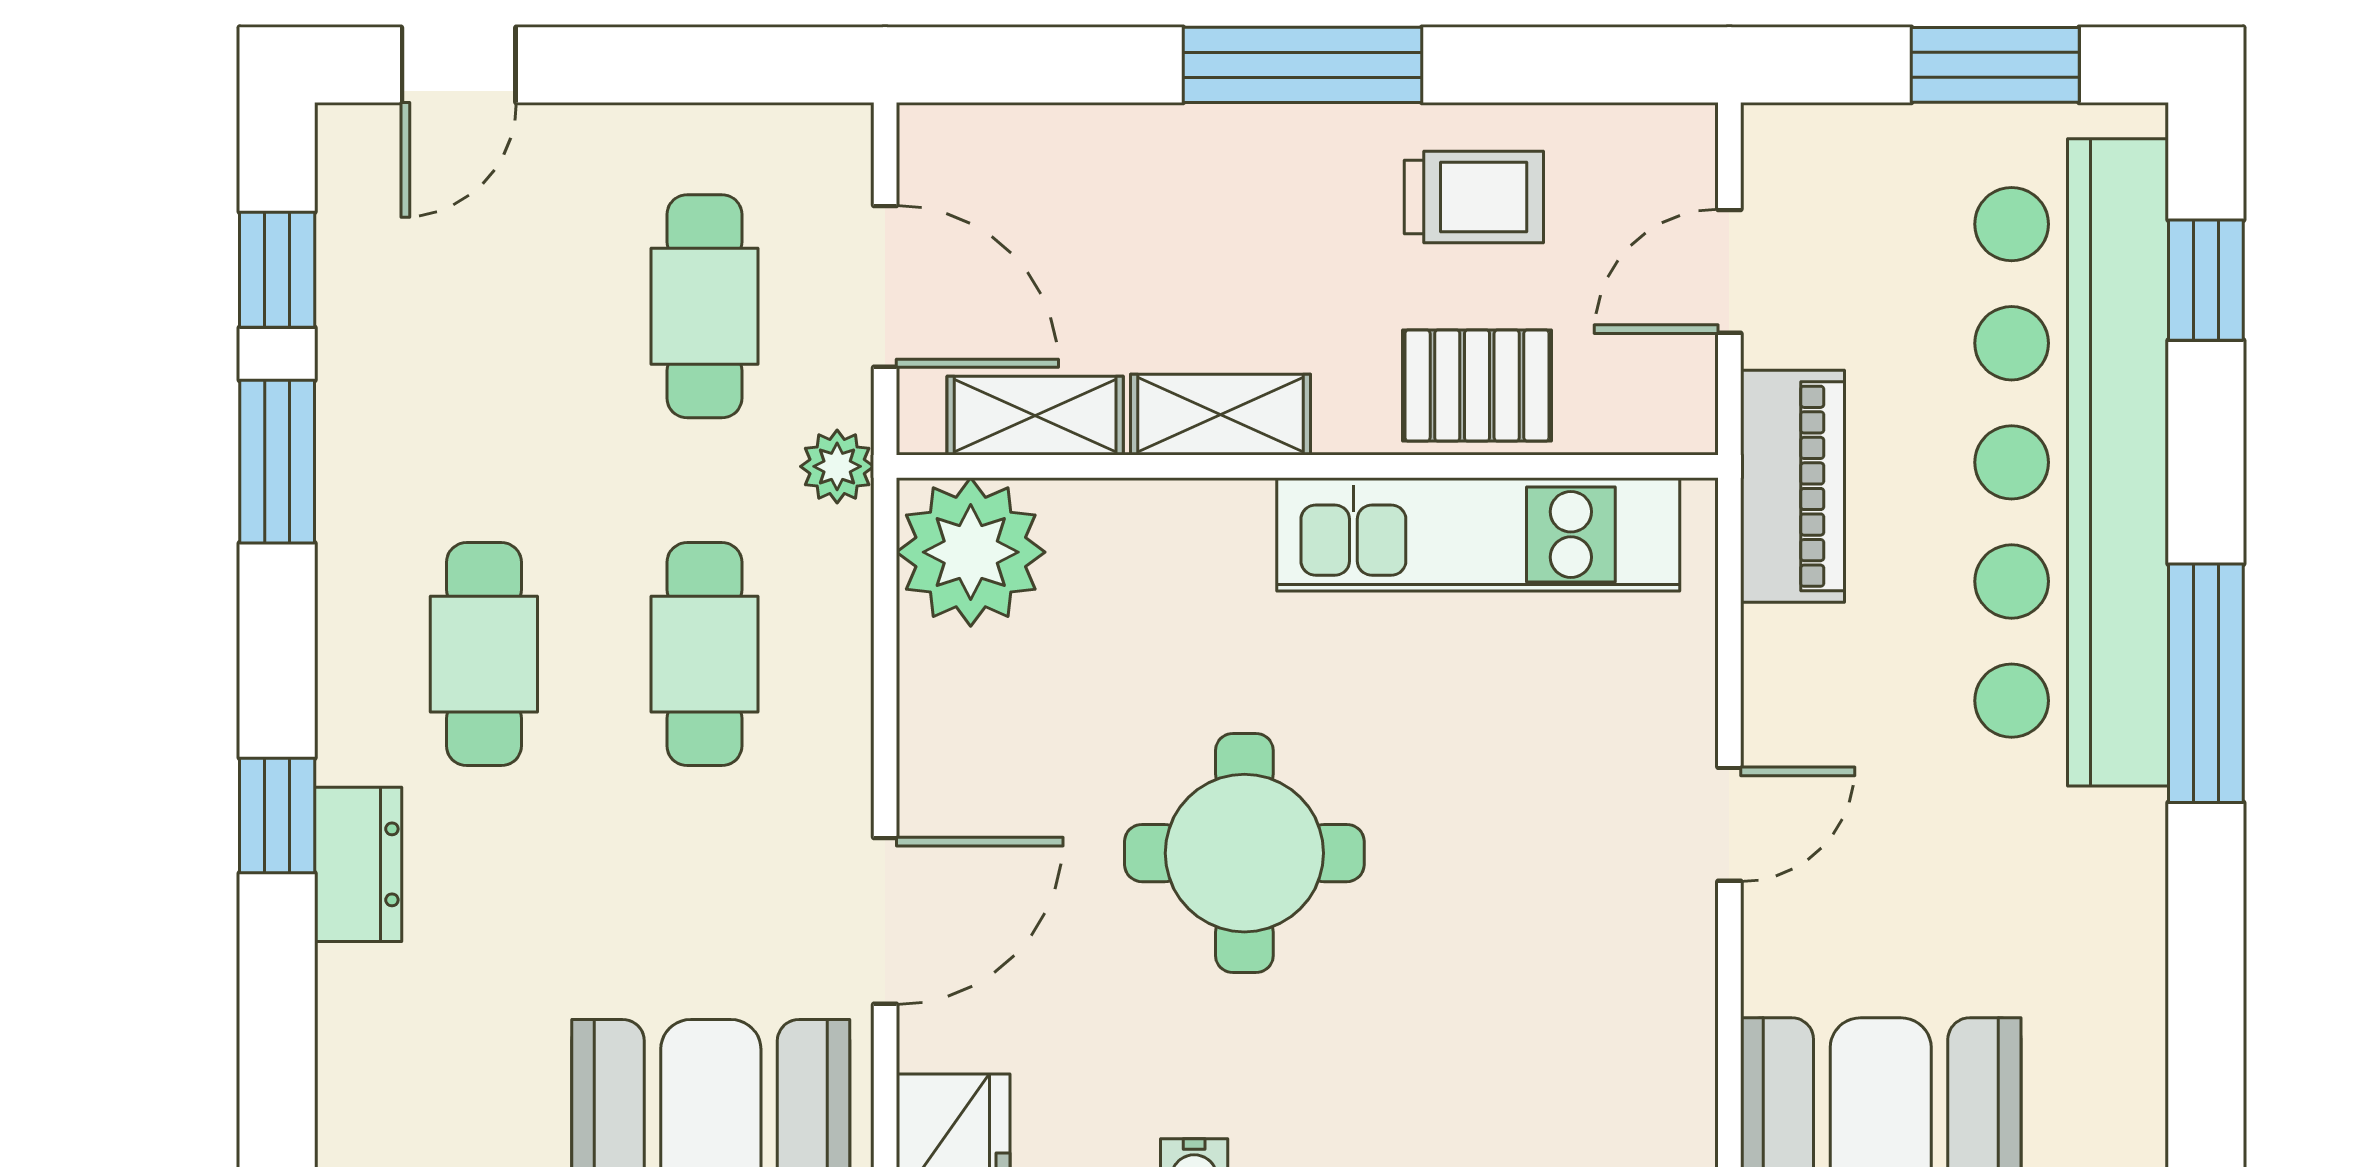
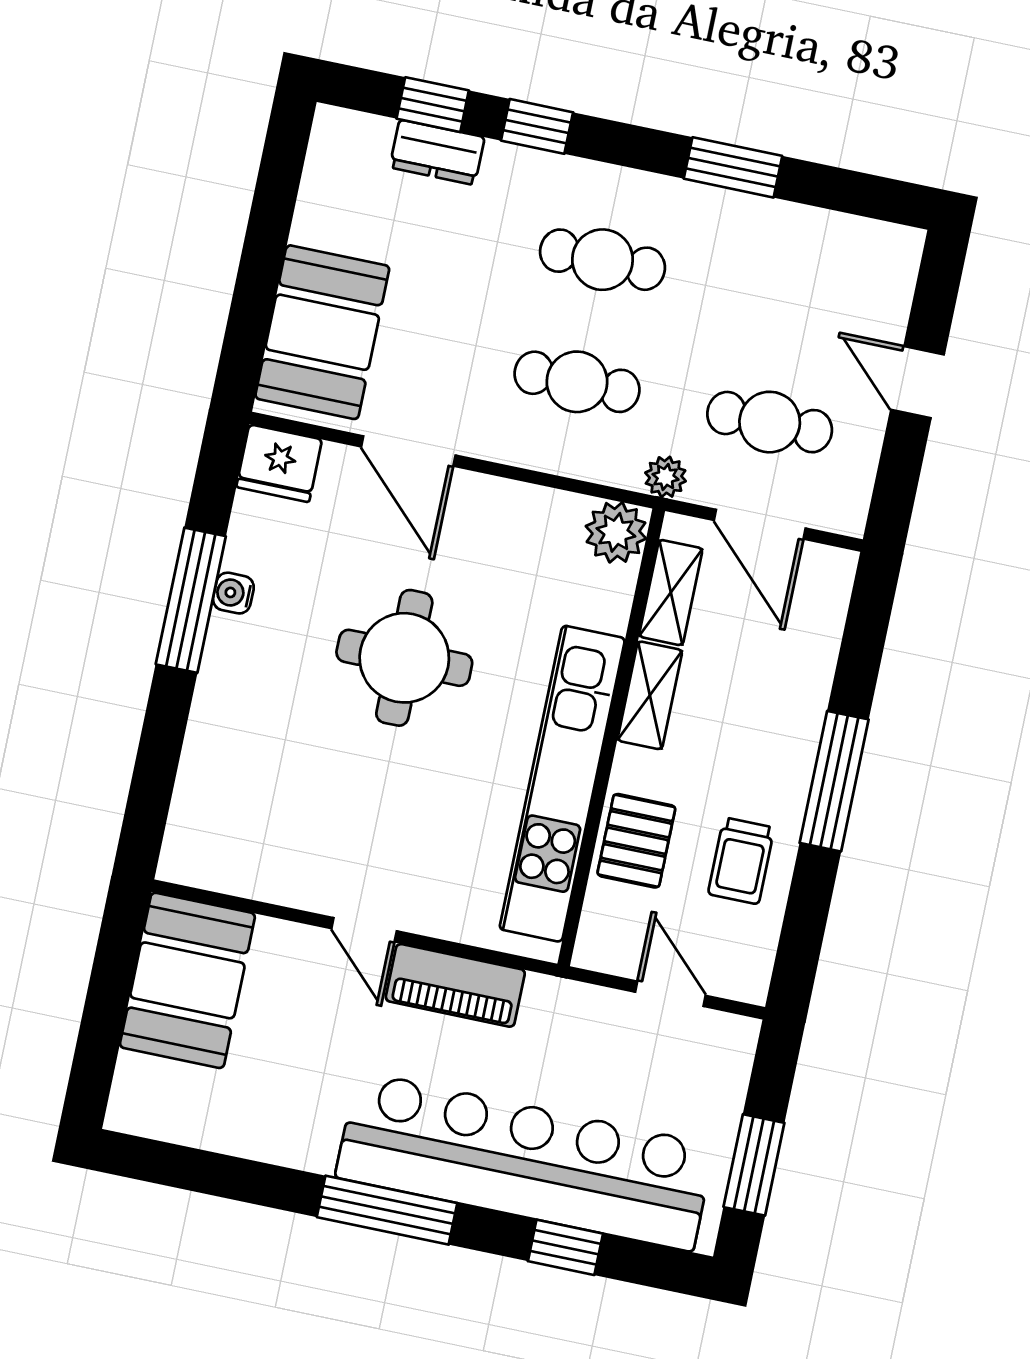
door: (459, 65) -> (917, 382), moved
window: (277, 270) -> (433, 105), moved
window: (2206, 280) -> (565, 1247), moved
door: (885, 286) -> (760, 524), hinge flipped
piano: (1793, 486) -> (455, 985), moved
kitchen unit: (1478, 534) -> (562, 784), width x1.36
plant: (971, 552) -> (616, 532), width x0.73, depth x0.73
dresser: (358, 864) -> (437, 152), moved

